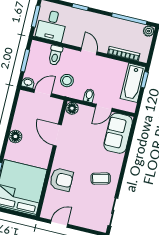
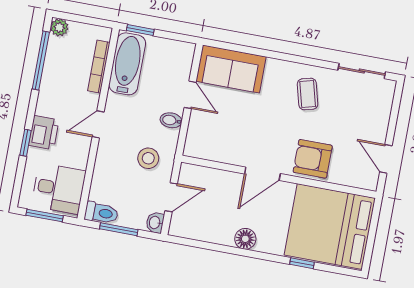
printer: (86, 18) -> (44, 133), added
toilet: (55, 55) -> (101, 213), moved
bathtub: (133, 83) -> (127, 64), moved, turned -90
door: (43, 93) -> (171, 197), swing flipped
floor lamp: (72, 108) -> (194, 148), removed
door: (57, 135) -> (262, 174), moved
armchair: (61, 180) -> (313, 159), turned -90

